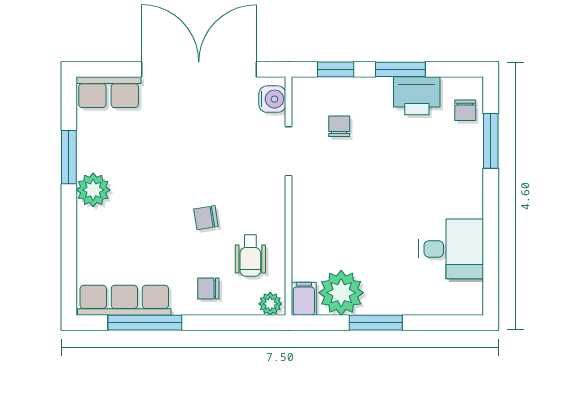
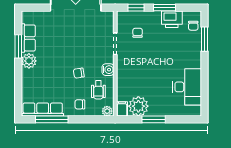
row of seats: (109, 92) -> (28, 38), moved, turned -90
water cooler: (272, 99) -> (108, 70), moved
desk: (451, 249) -> (187, 87), width x1.37

